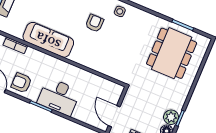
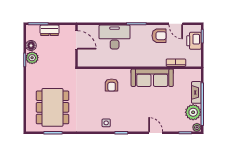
armchair: (94, 23) -> (112, 85), moved
desk: (59, 97) -> (115, 37), moved

